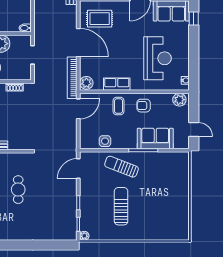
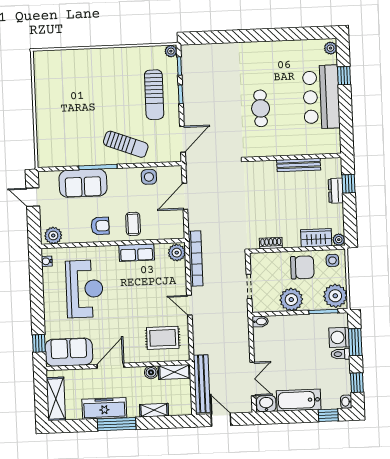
door: (78, 43) -> (189, 305), width x0.53
reception desk: (157, 58) -> (84, 289), turned 180
door: (78, 109) -> (185, 196), moved
sun lounger: (121, 206) -> (154, 95), moved

